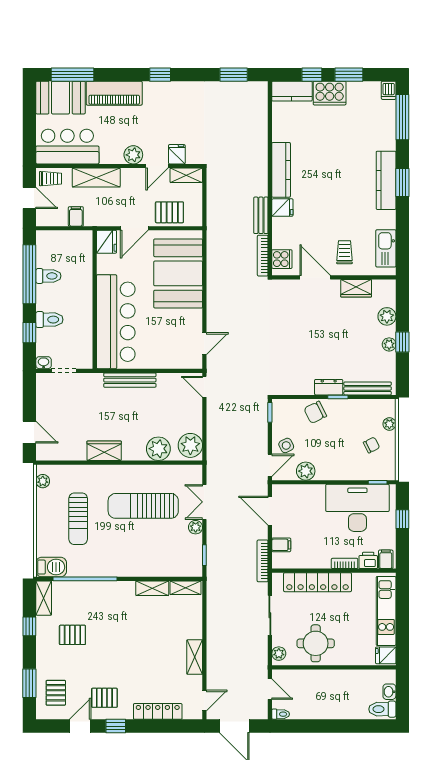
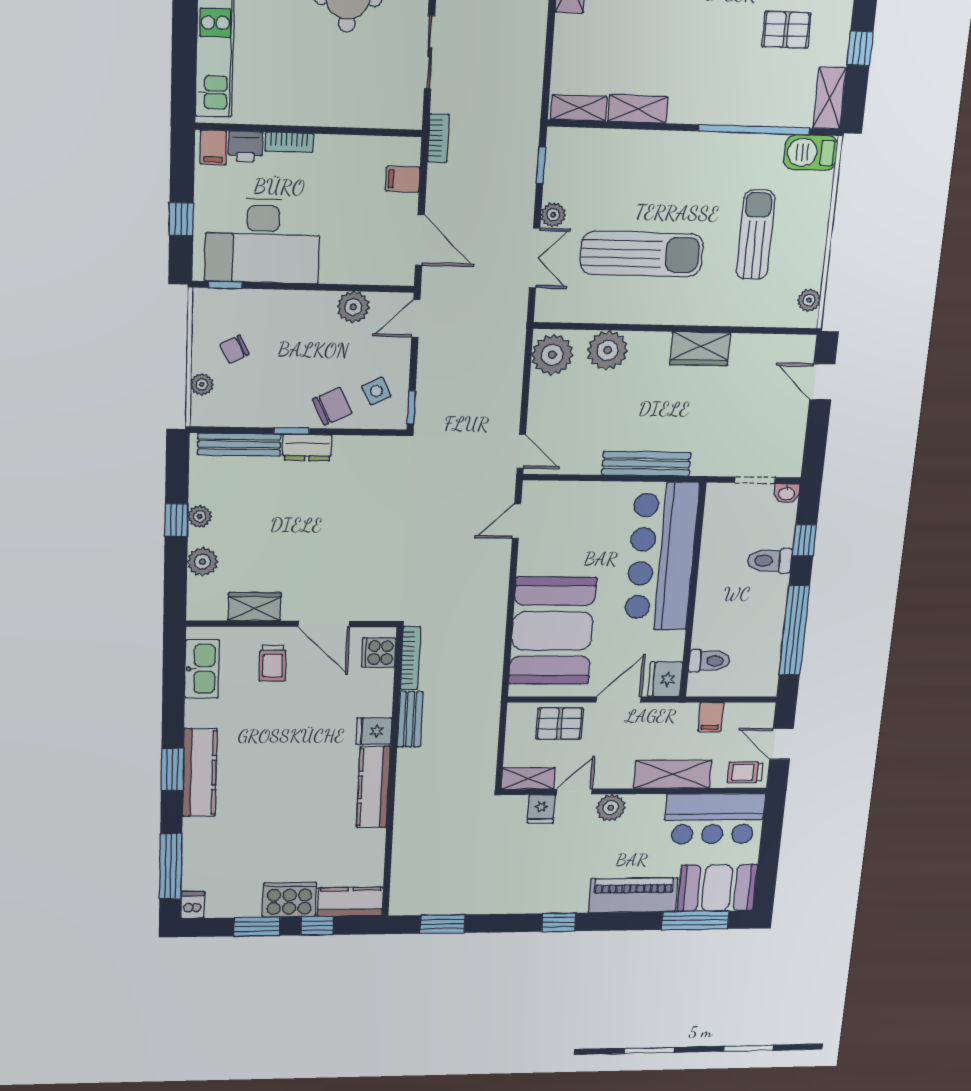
toilet: (48, 276) -> (709, 661), moved, turned 180
side table: (286, 445) -> (376, 391), moved
bookcase: (263, 561) -> (438, 138), width x0.64
locker: (318, 582) -> (340, 110), removed

